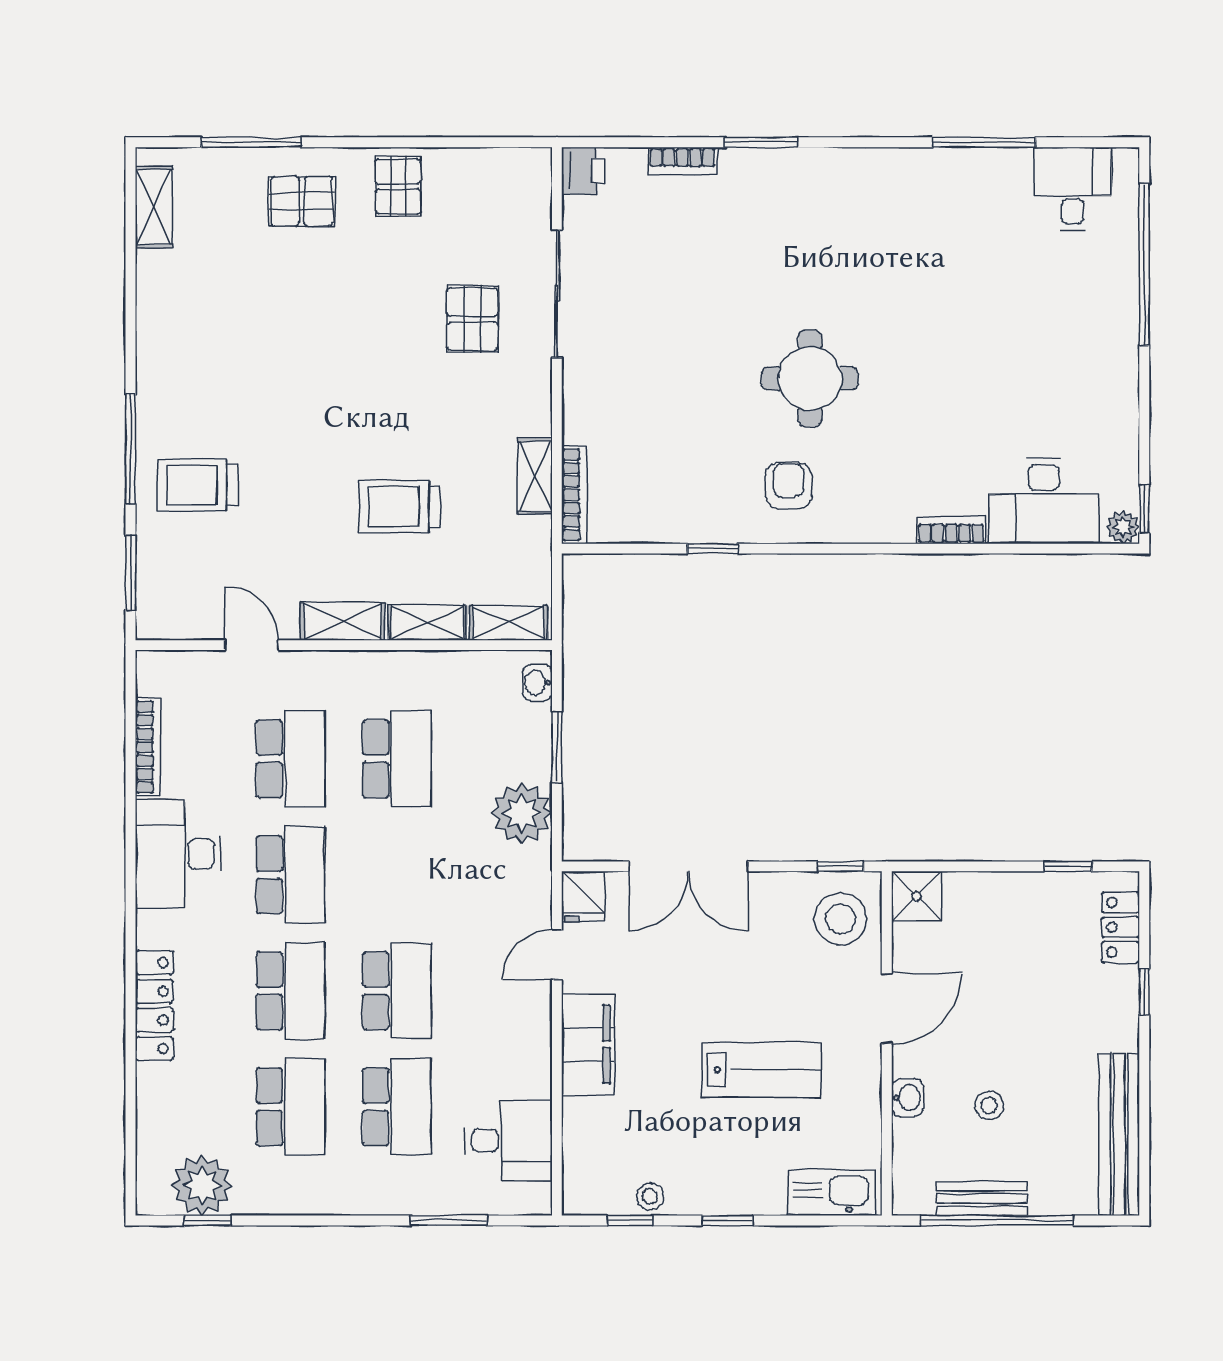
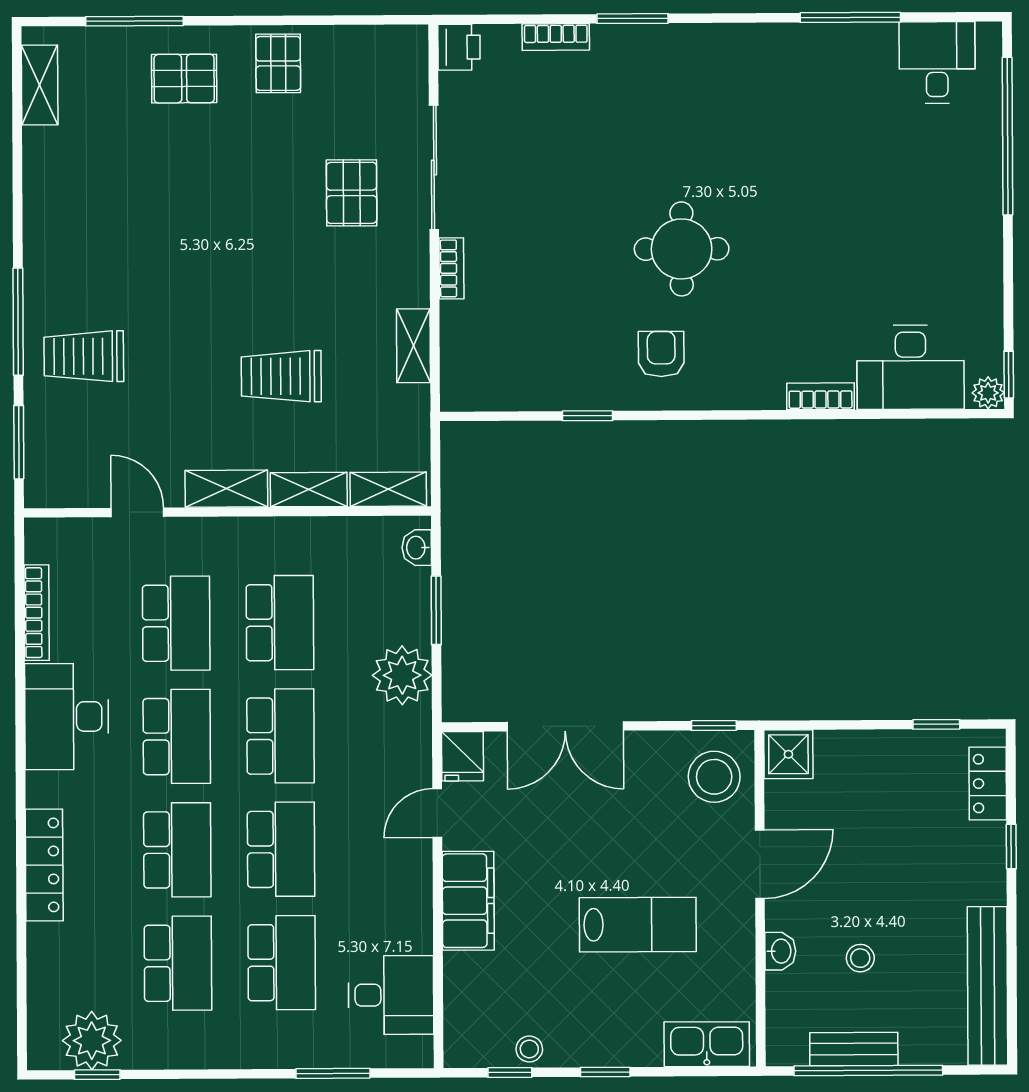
bookcase: (574, 495) -> (451, 268), moved, width x0.64
school desk: (397, 875) -> (280, 736), added

